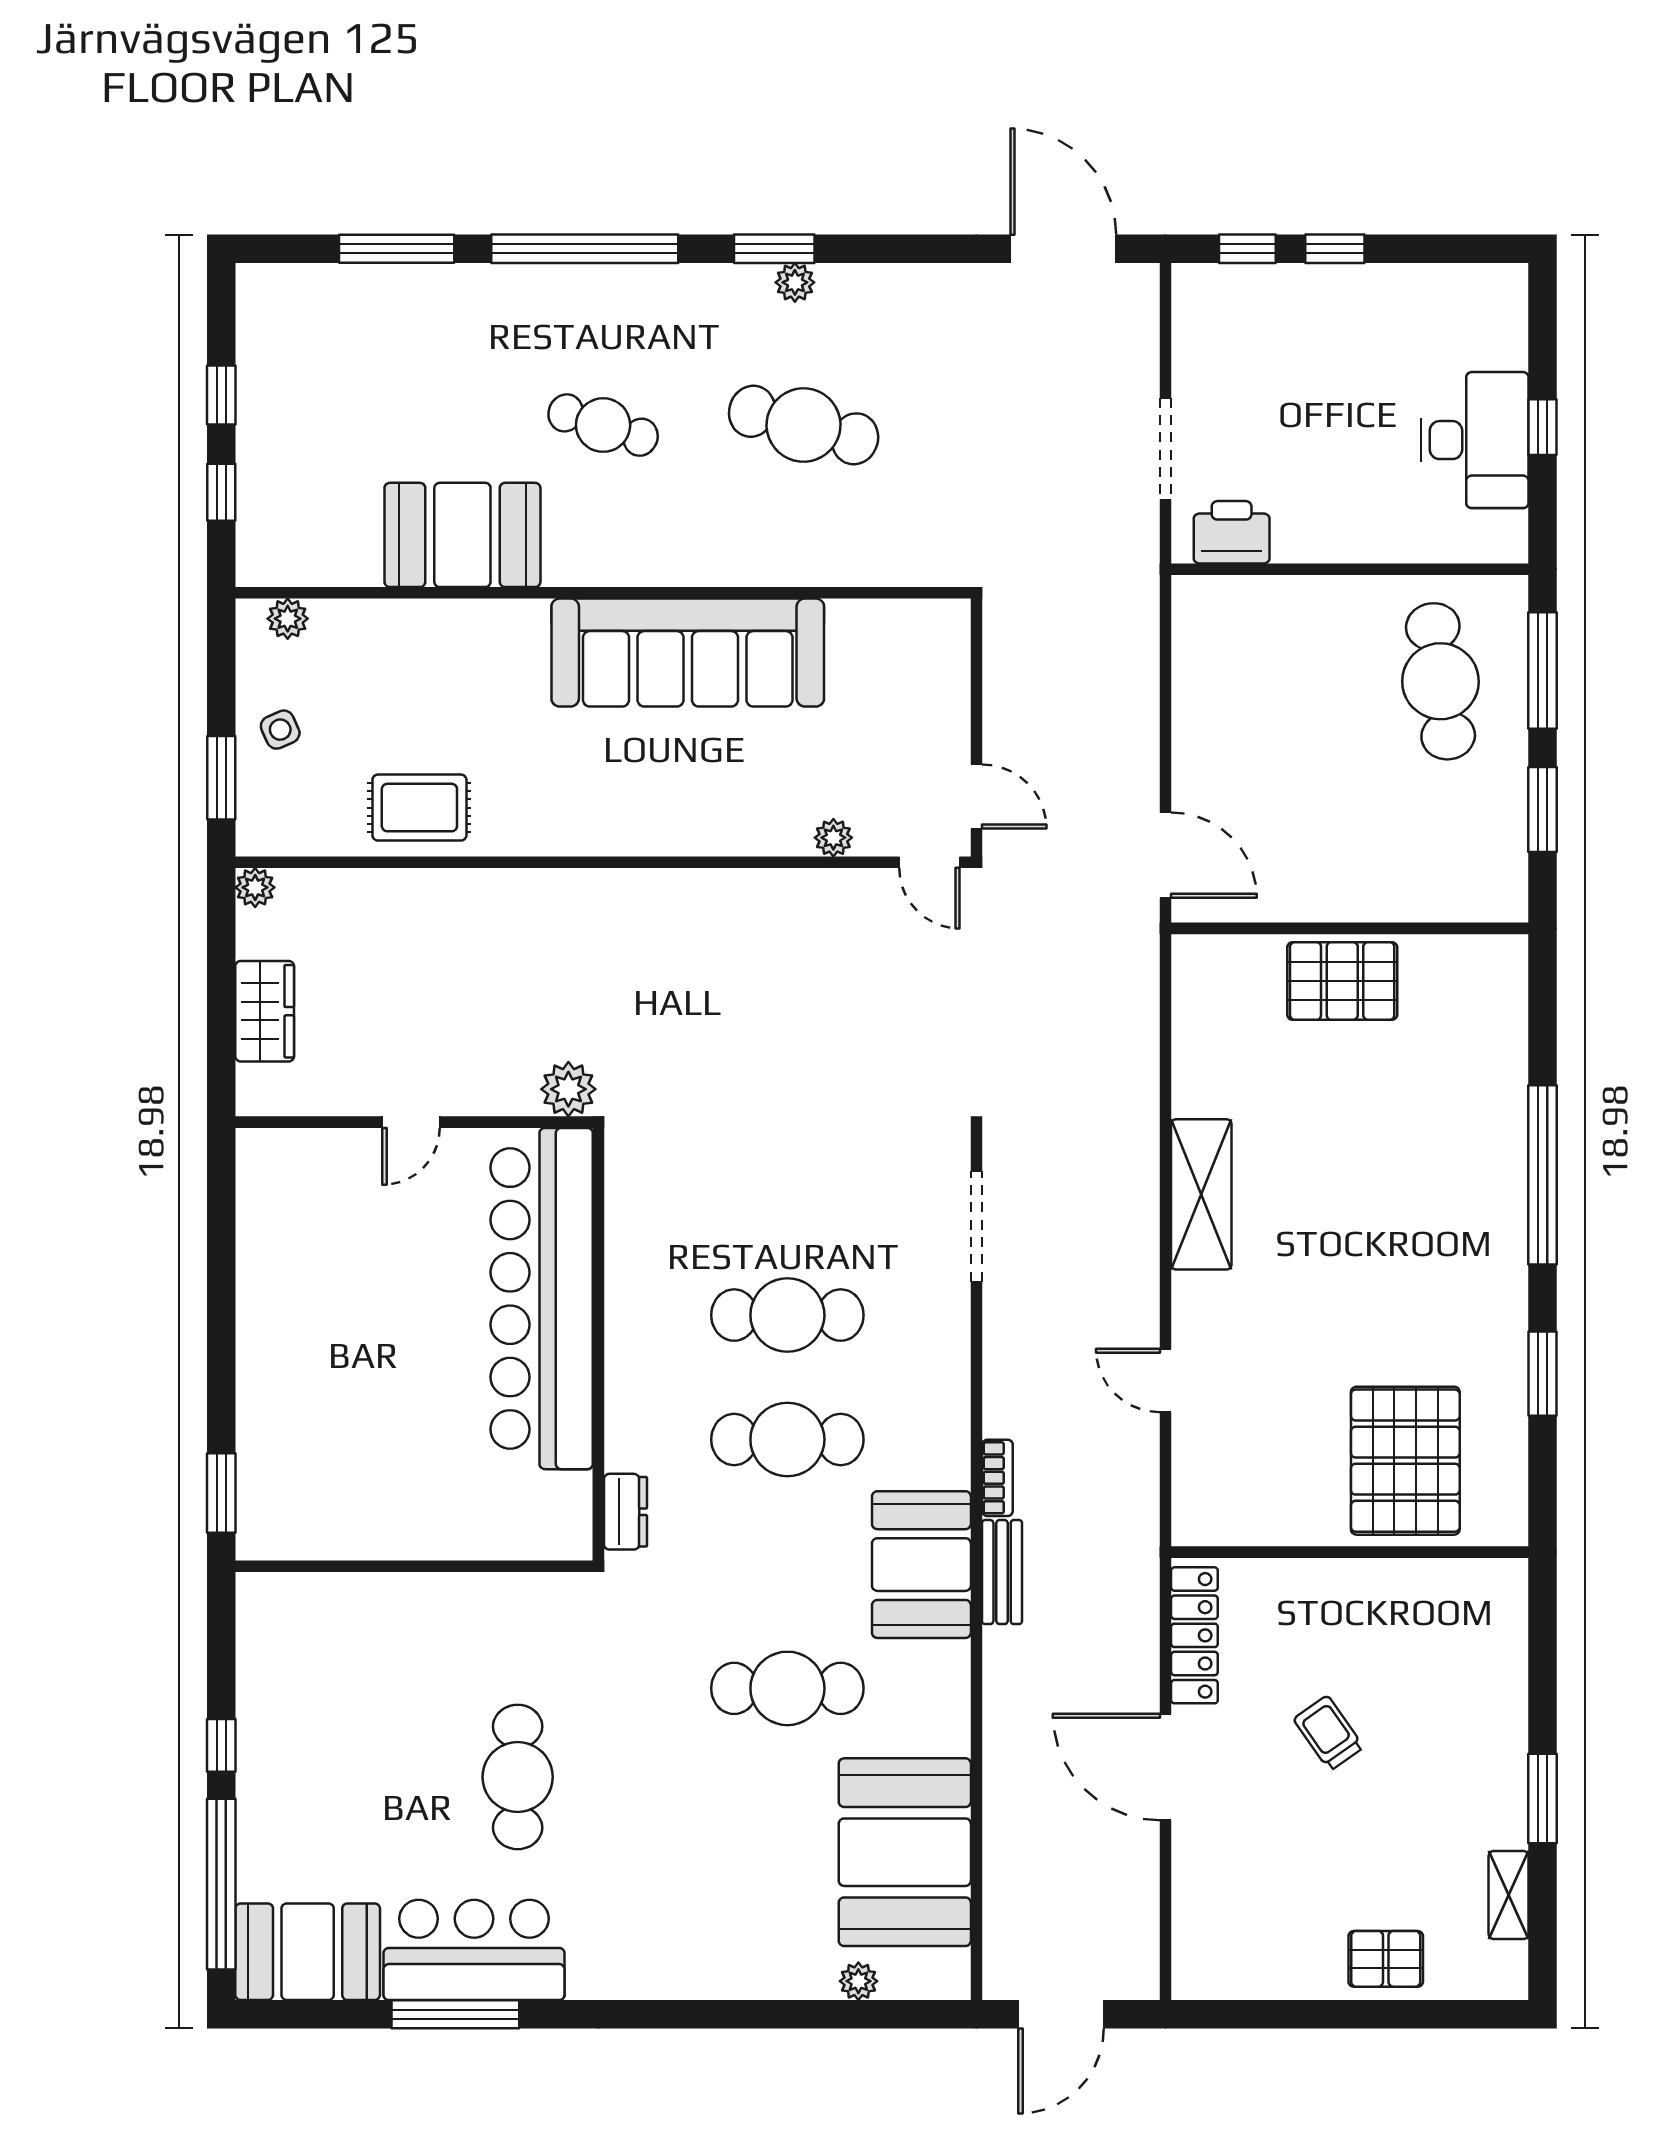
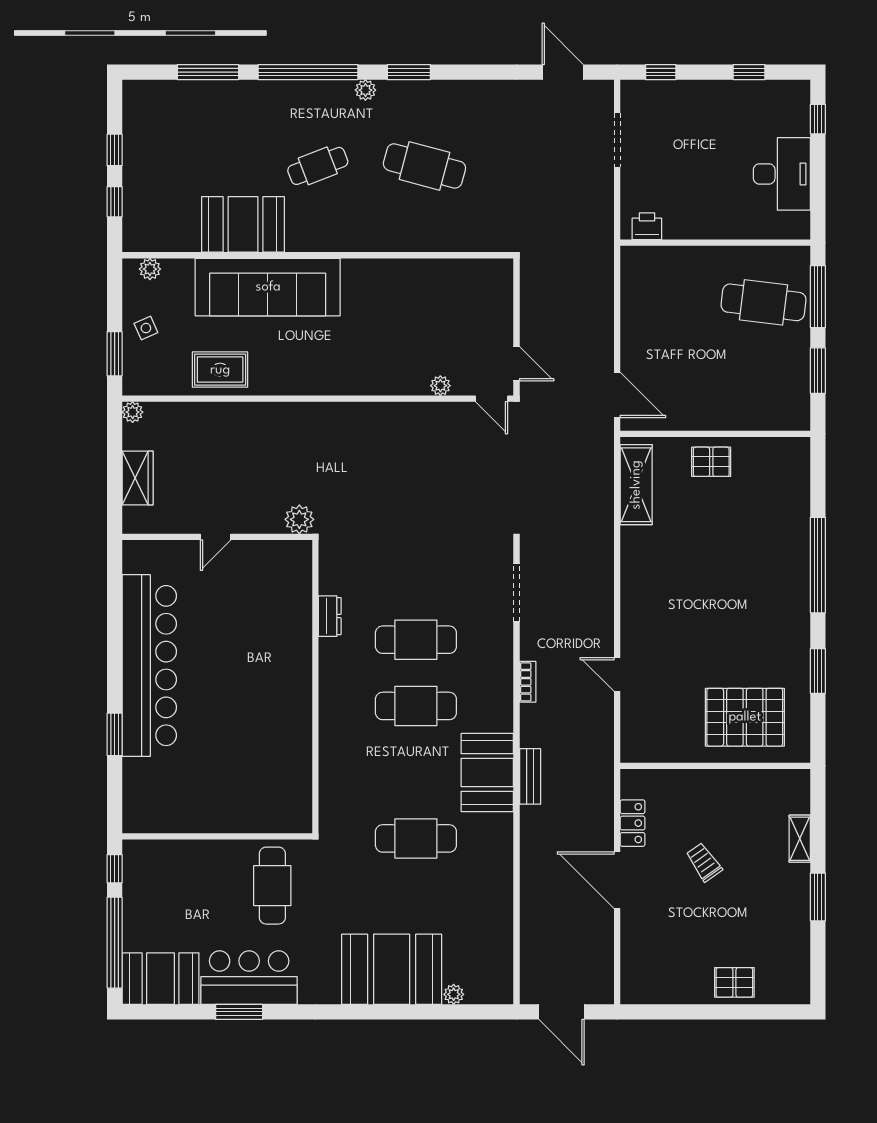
door: (1063, 249) -> (563, 72), width x0.73
window: (1335, 249) -> (749, 72), moved
plant: (795, 282) -> (365, 90), moved
cafe table: (603, 425) -> (318, 166), turned -39
window: (1543, 427) -> (818, 119), moved
doorway: (1165, 449) -> (617, 140), moved
printer: (1232, 532) -> (647, 226), width x0.73, depth x0.81
sofa: (688, 653) -> (268, 287), moved
cafe table: (1440, 681) -> (764, 302), turned -75
pallet: (1342, 981) -> (711, 462), width x0.67, depth x0.71
shelving: (1201, 1194) -> (636, 485), moved
bar counter: (542, 1299) -> (149, 666), moved, turned 180
pallet: (1405, 1461) -> (745, 717), turned 90
bookcase: (997, 1478) -> (528, 682), moved
dresser: (625, 1512) -> (330, 616), moved
wall: (414, 1566) -> (217, 836), moved
locker: (1194, 1635) -> (633, 823), width x0.66
booth: (905, 1852) -> (392, 969), moved, turned 90
shelving: (1509, 1895) -> (800, 839), moved
window: (455, 2014) -> (239, 1012), width x0.69
door: (1061, 2014) -> (562, 1012), hinge flipped

